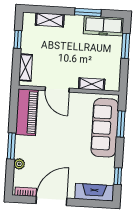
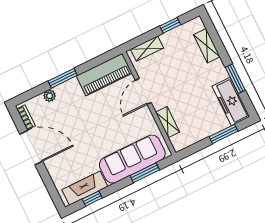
fireplace: (94, 192) -> (85, 188), moved, turned -90

